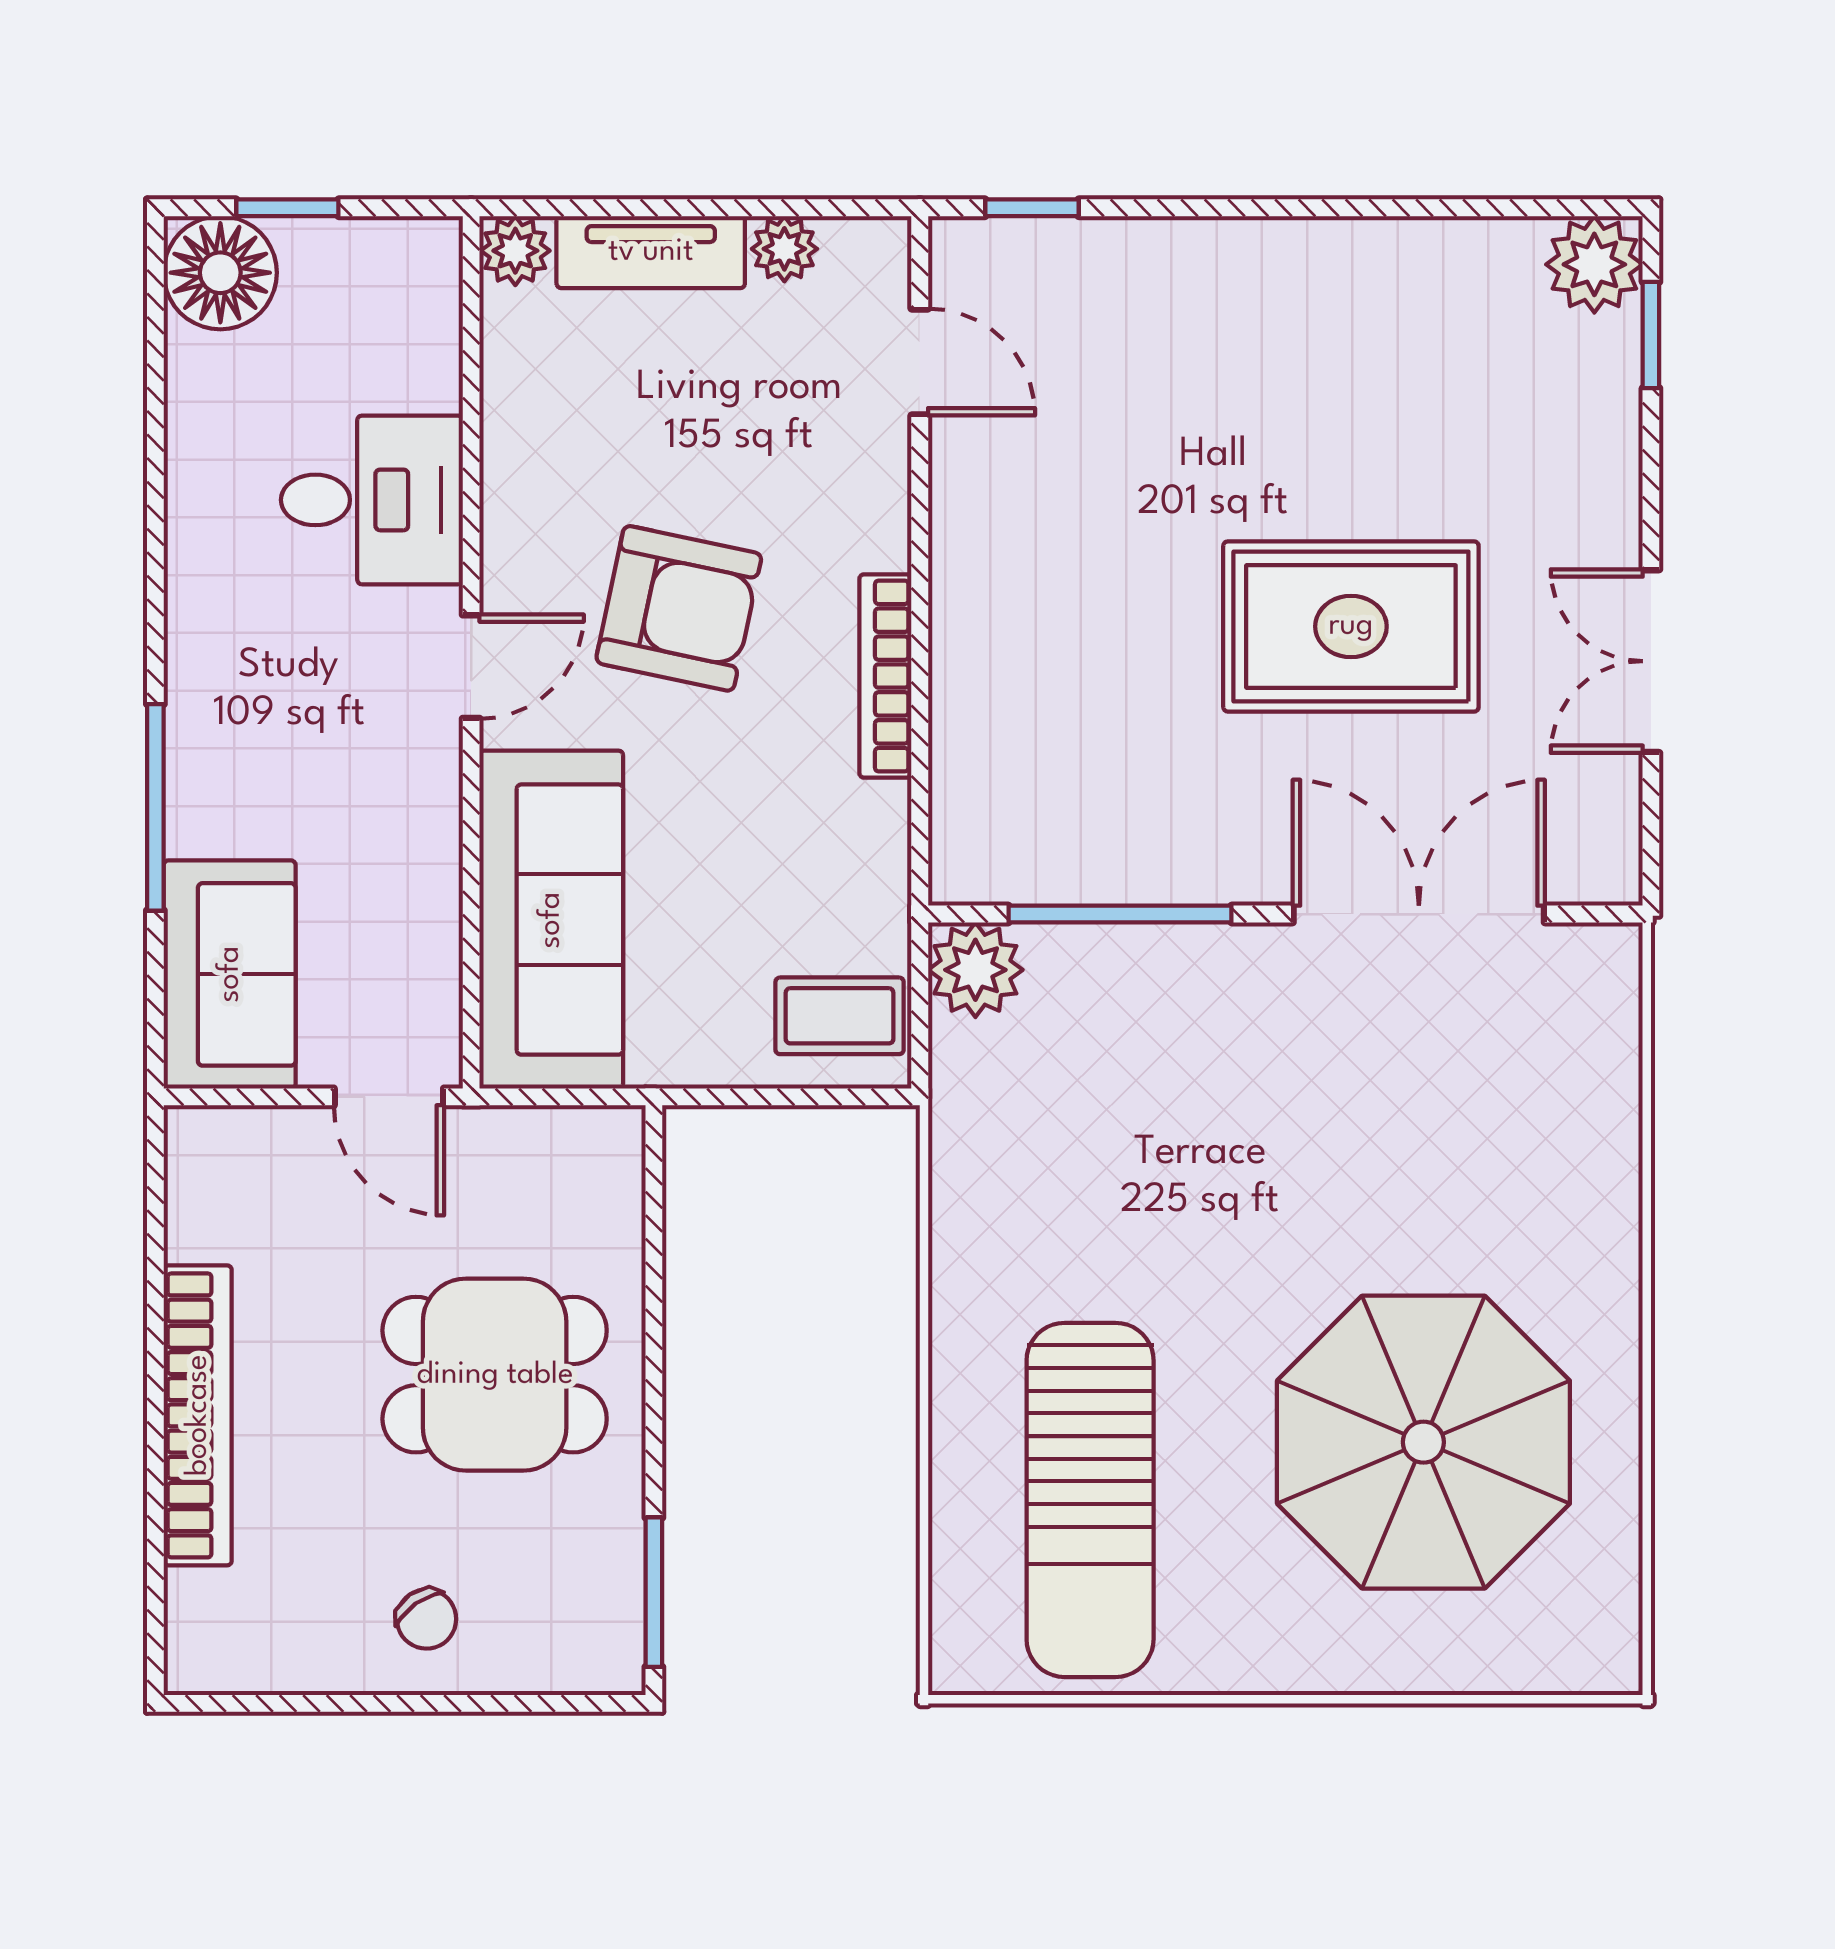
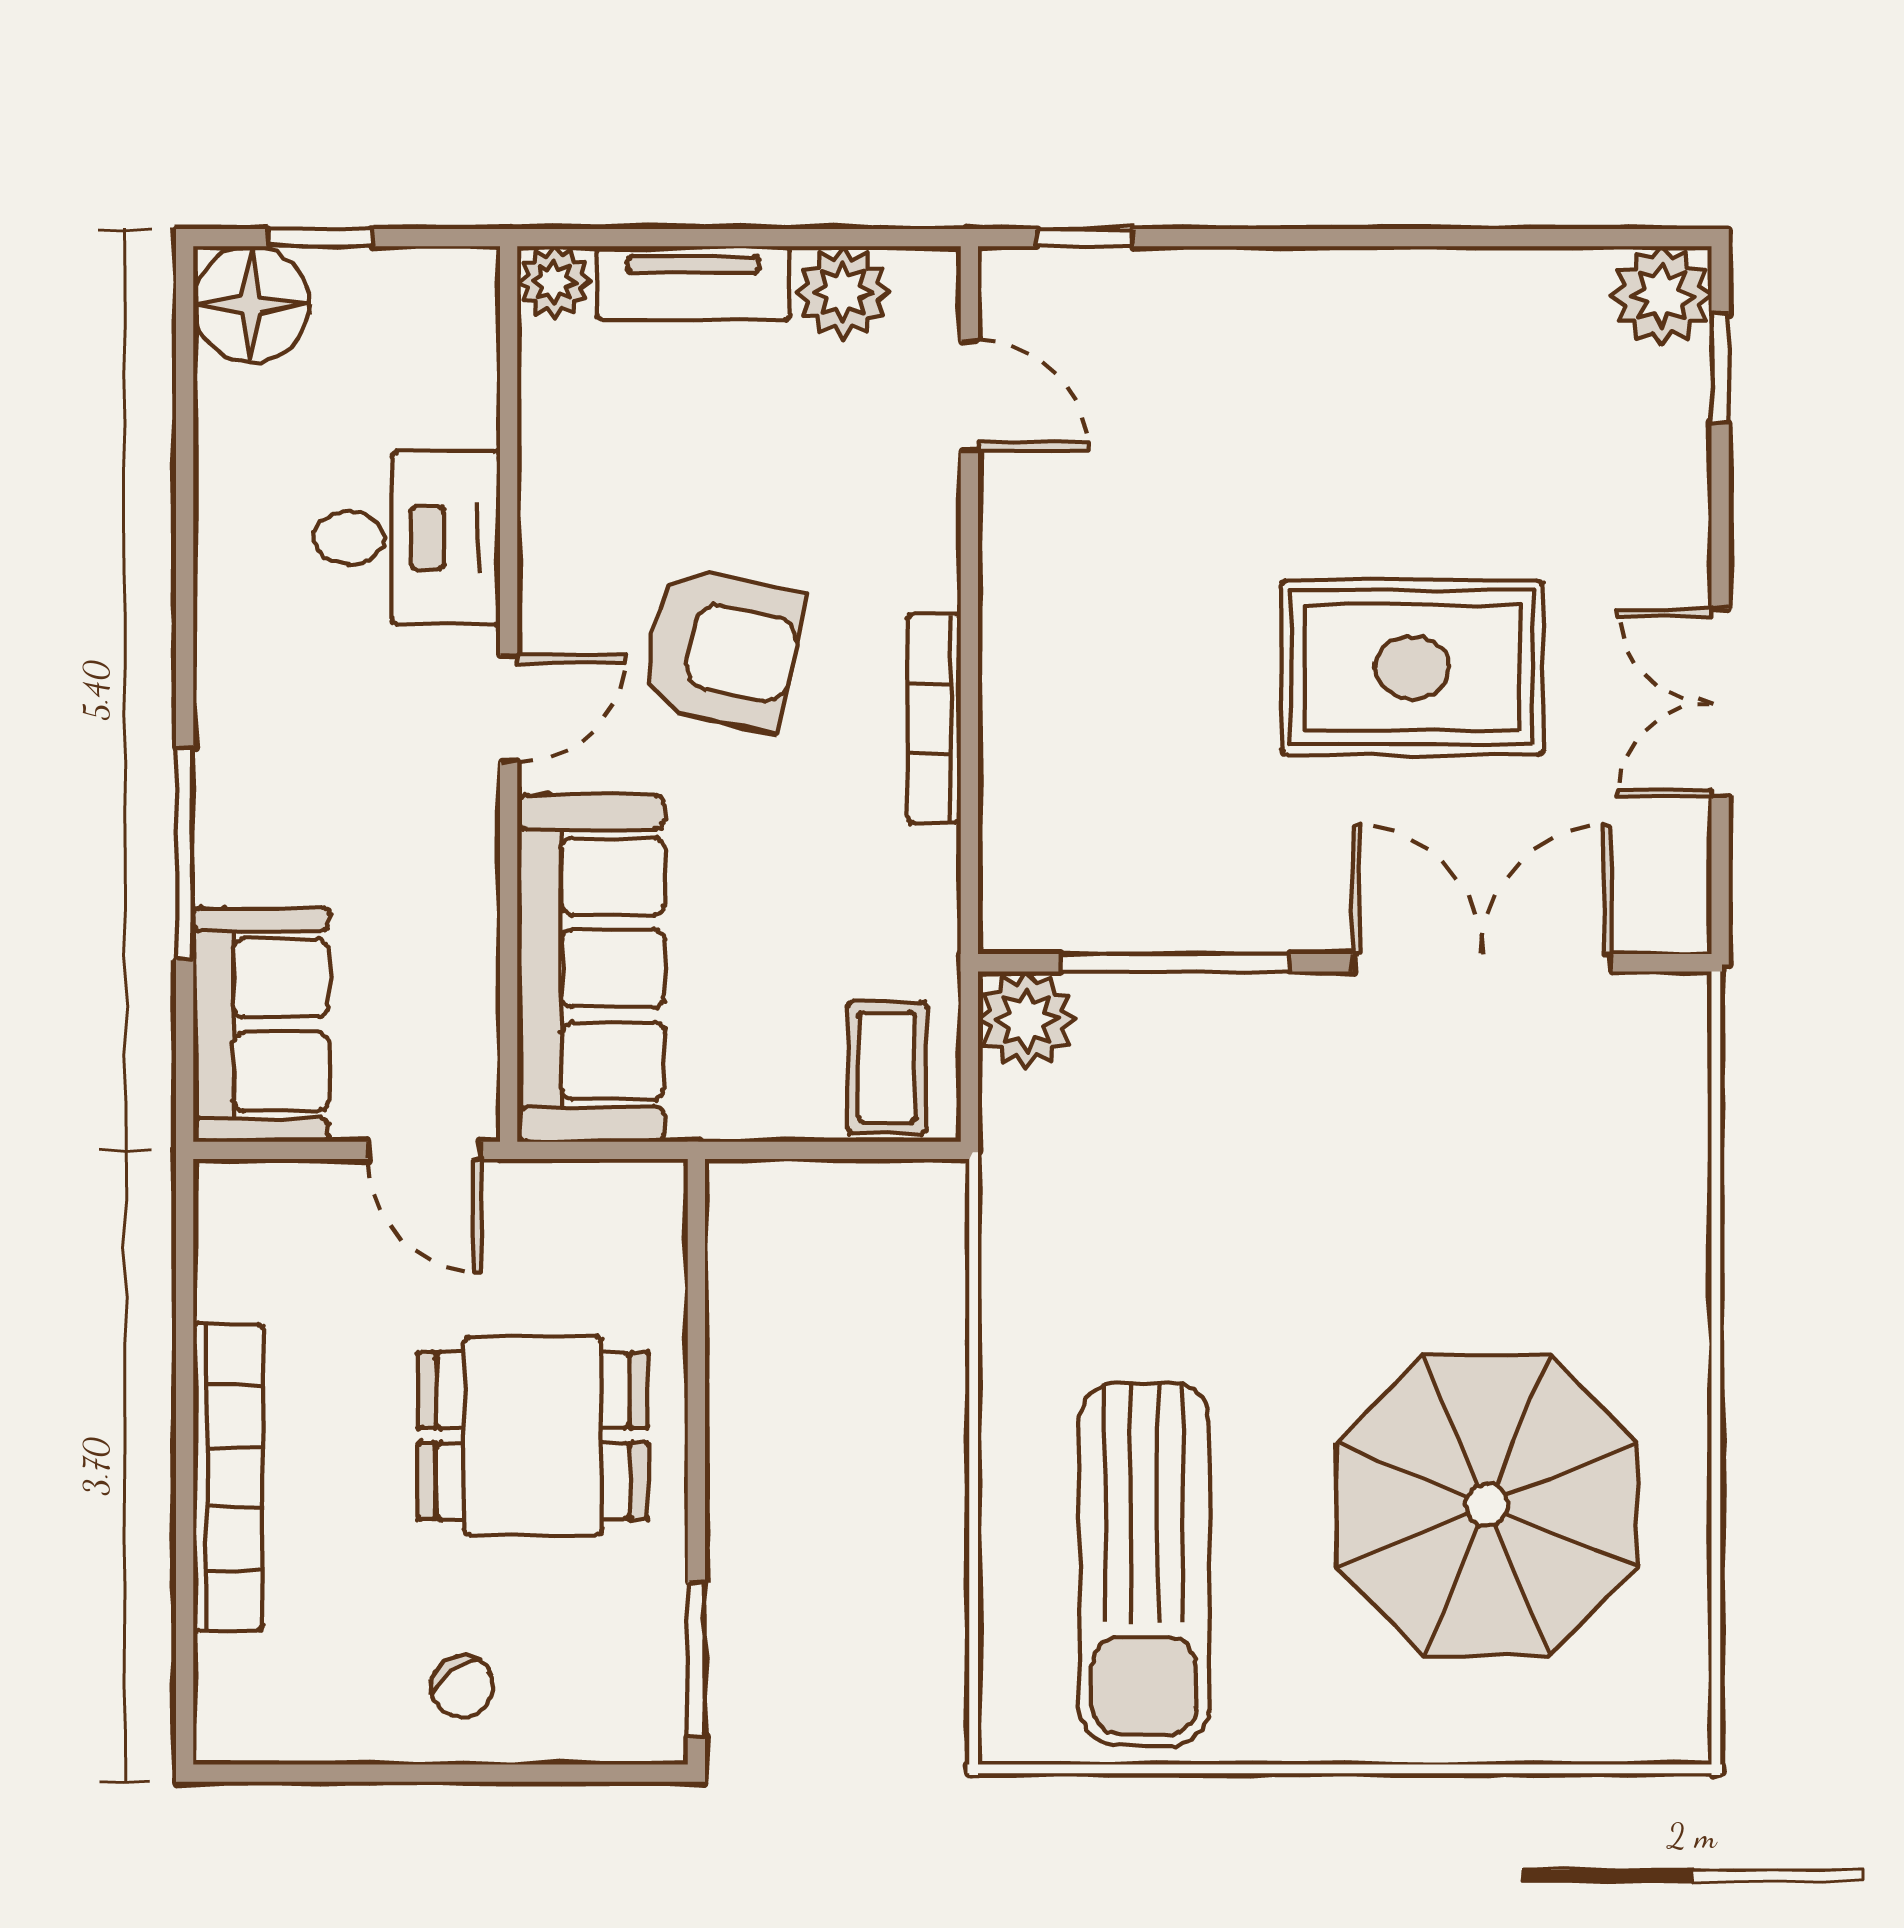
plant: (784, 249) -> (843, 292), width x1.38, depth x1.38
coffee table: (840, 1016) -> (887, 1067), turned 90

